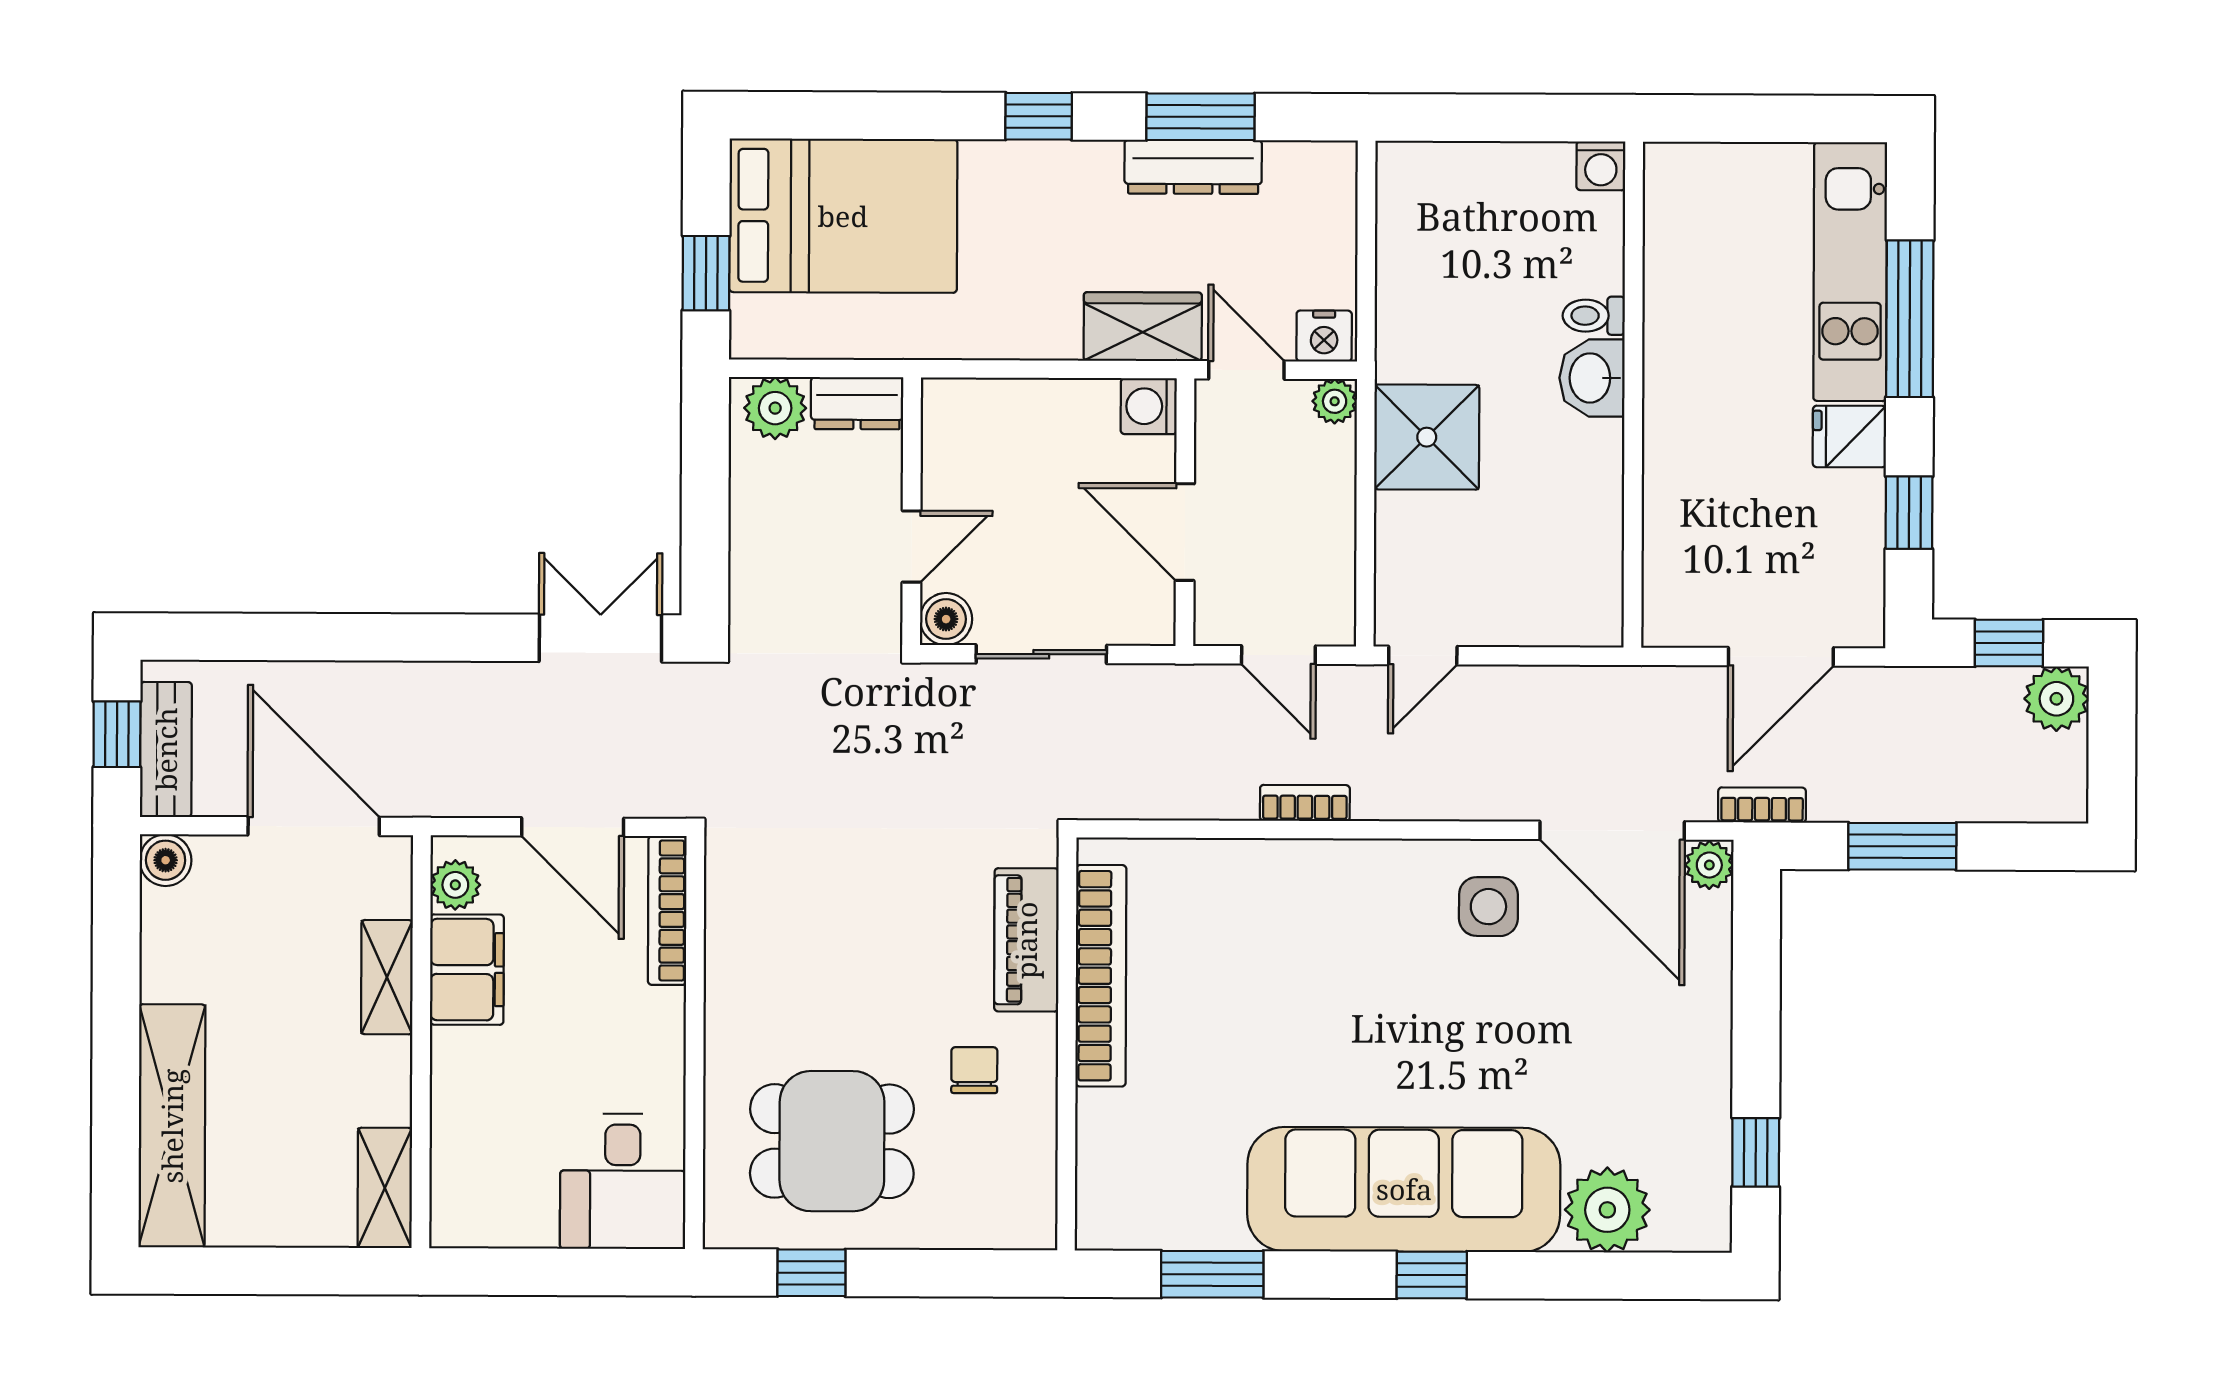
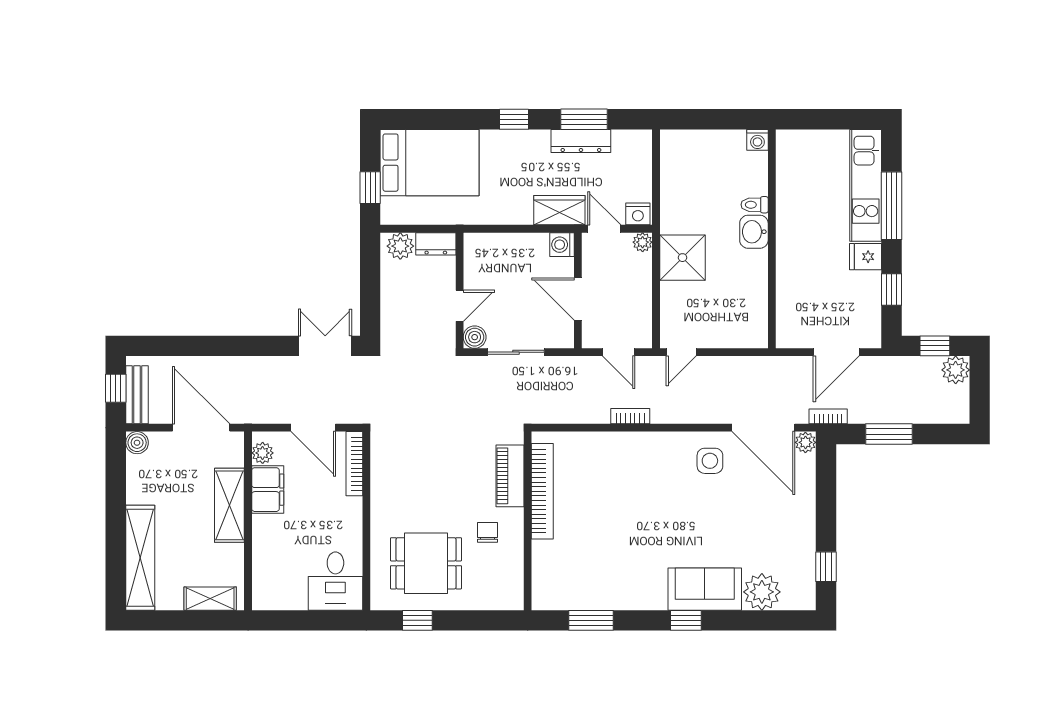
shelving: (387, 977) -> (229, 505), width x1.50, depth x1.33
shelving: (385, 1188) -> (210, 599), moved, turned 90
sofa: (1404, 1189) -> (705, 589), width x0.54, depth x0.79

